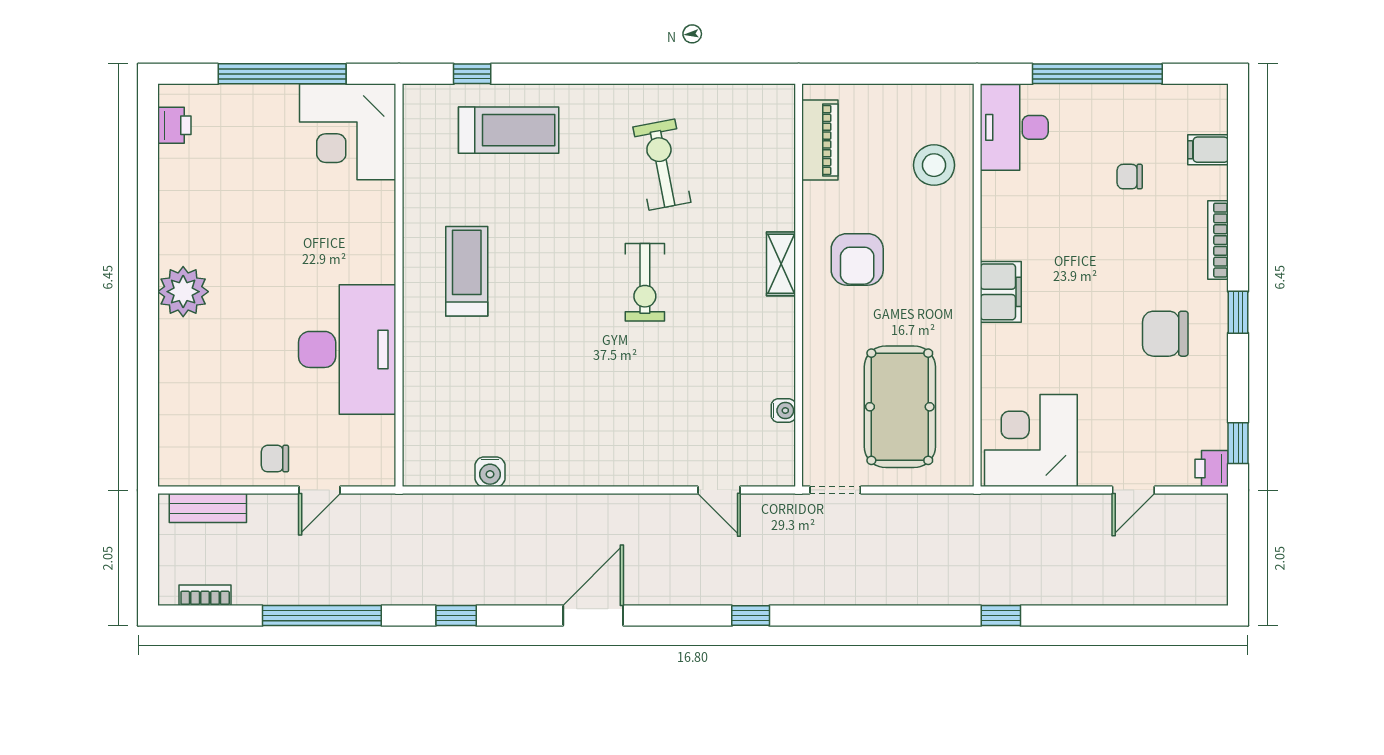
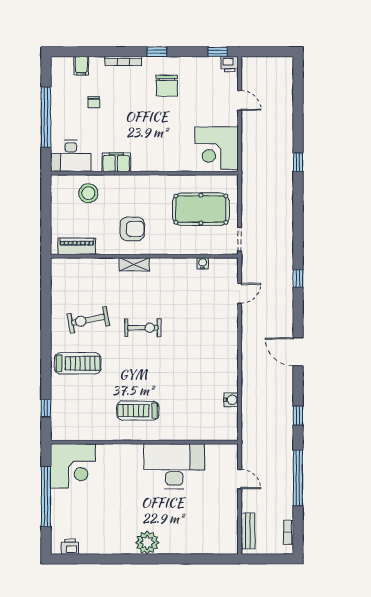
treadmill: (509, 130) -> (78, 363), moved, turned 90
filing cabinet: (1001, 292) -> (116, 162), moved
chair: (275, 459) -> (225, 500), removed

